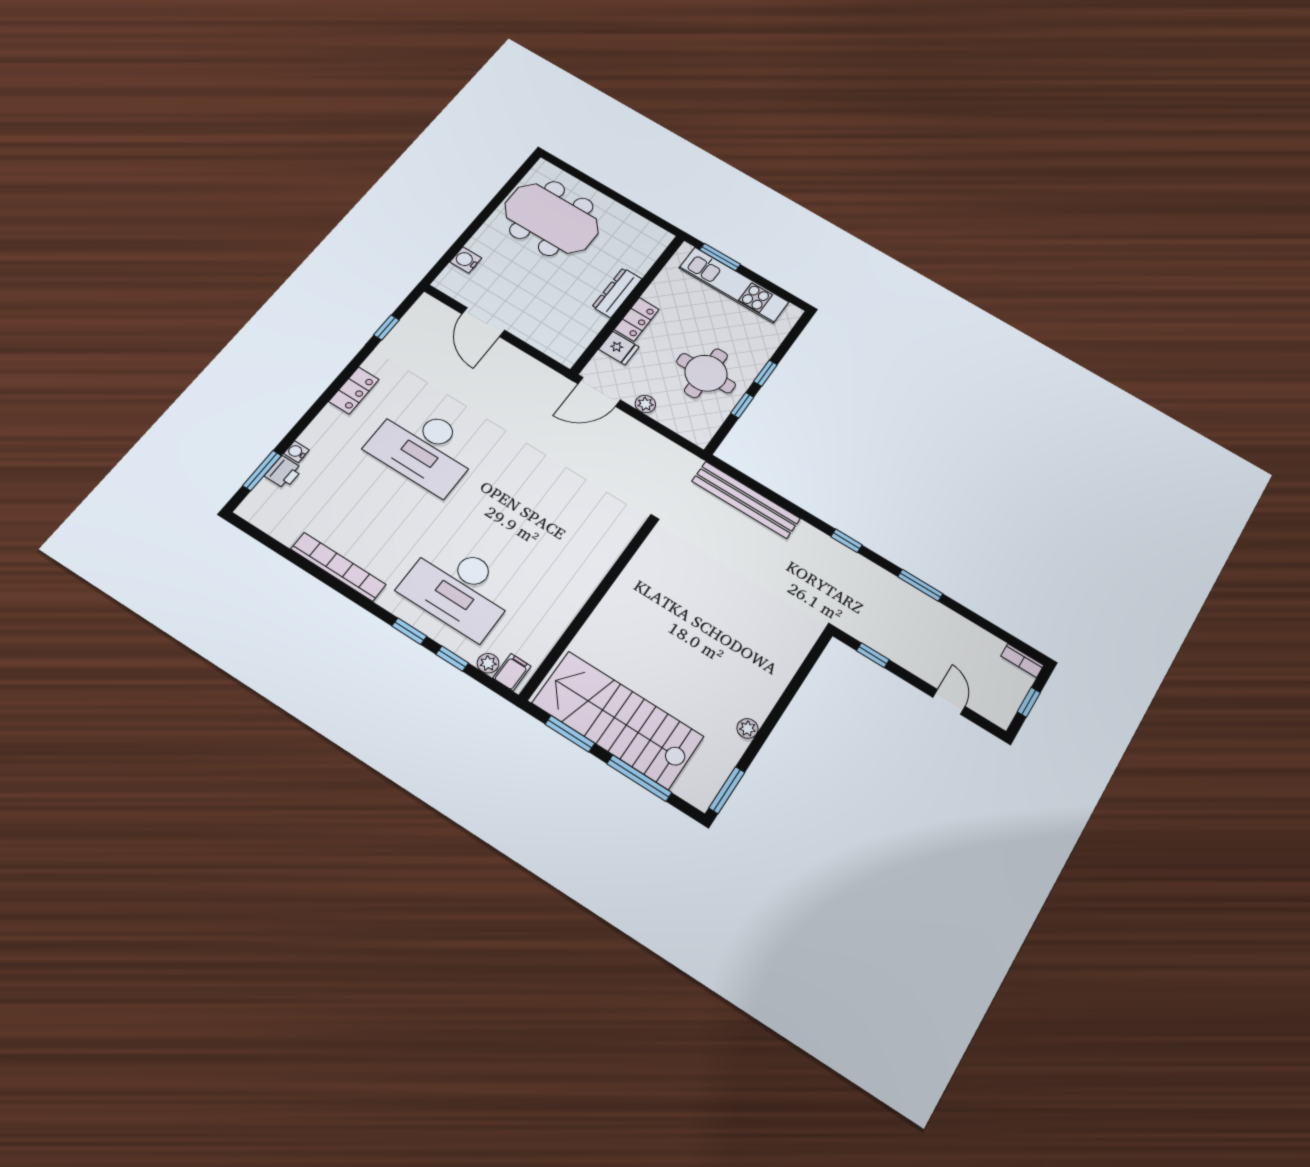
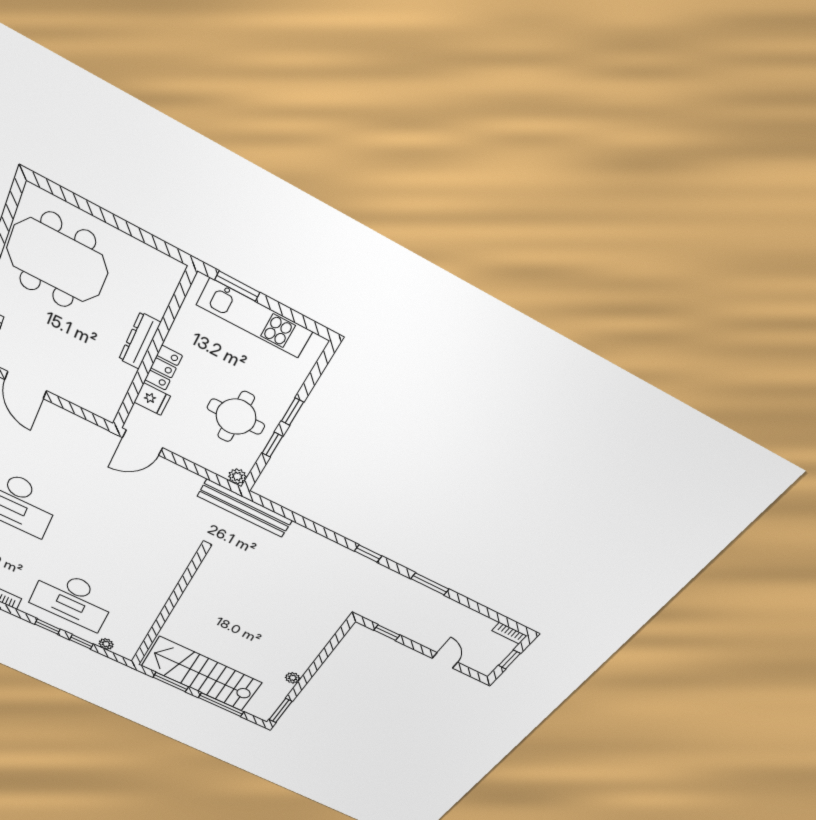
plant: (645, 404) -> (237, 476), moved
bench: (746, 500) -> (245, 508), moved
filing cabinet: (512, 672) -> (124, 649), removed

